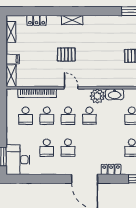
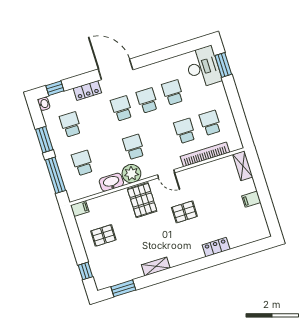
locker: (37, 20) -> (216, 247), moved
shelving: (72, 20) -> (156, 266), moved
shelving: (11, 32) -> (259, 218), removed
filing cabinet: (13, 59) -> (251, 199), moved
pallet: (95, 73) -> (142, 200), added
school desk: (68, 116) -> (122, 108), moved

